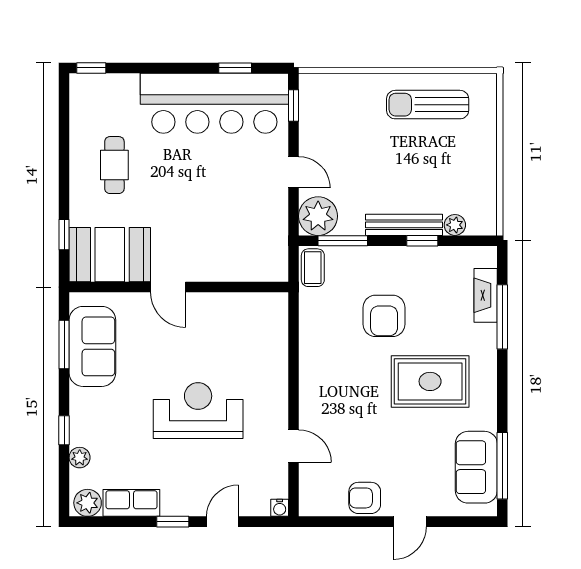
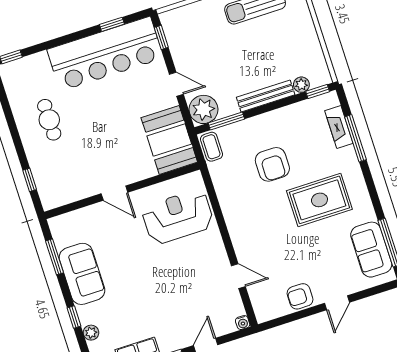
window: (422, 241) -> (318, 92), moved
booth: (110, 255) -> (169, 140), moved, turned 90
sofa: (92, 346) -> (82, 274), moved
reception desk: (198, 411) -> (178, 217), moved

